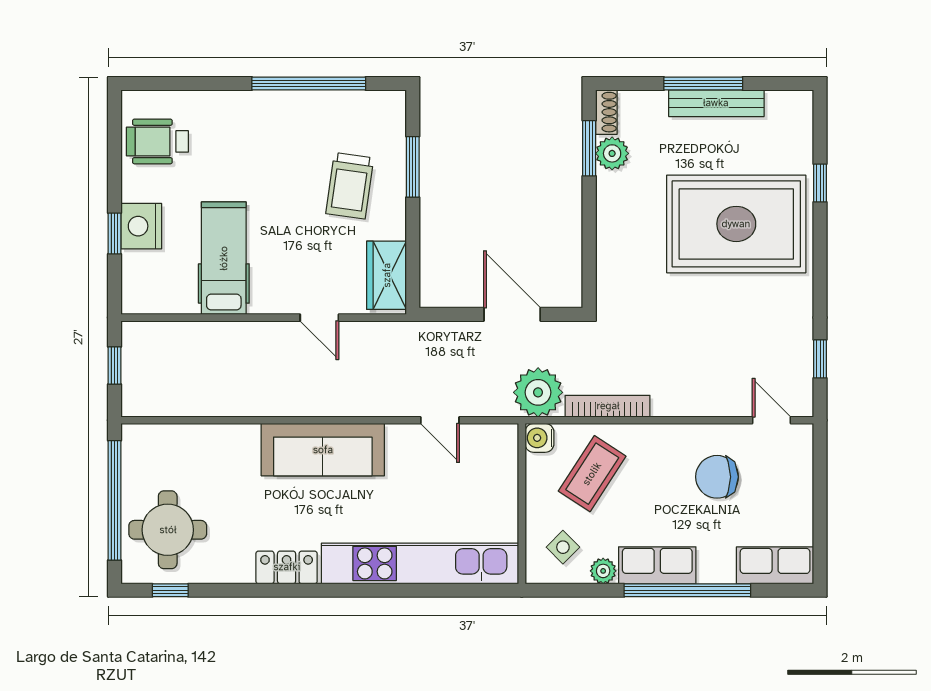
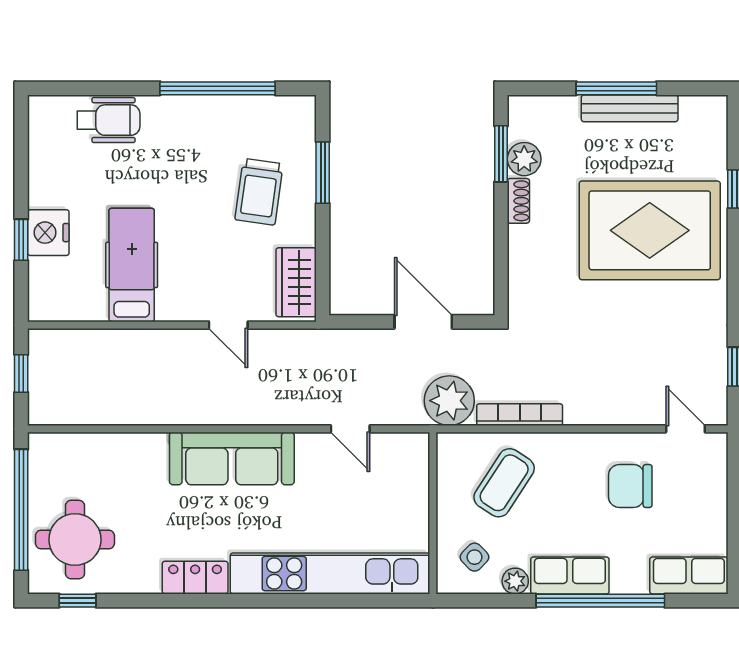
shoe rack: (606, 112) -> (518, 201), moved
wheelchair: (157, 141) -> (108, 120), moved, turned 180
water cooler: (539, 438) -> (451, 447), removed

